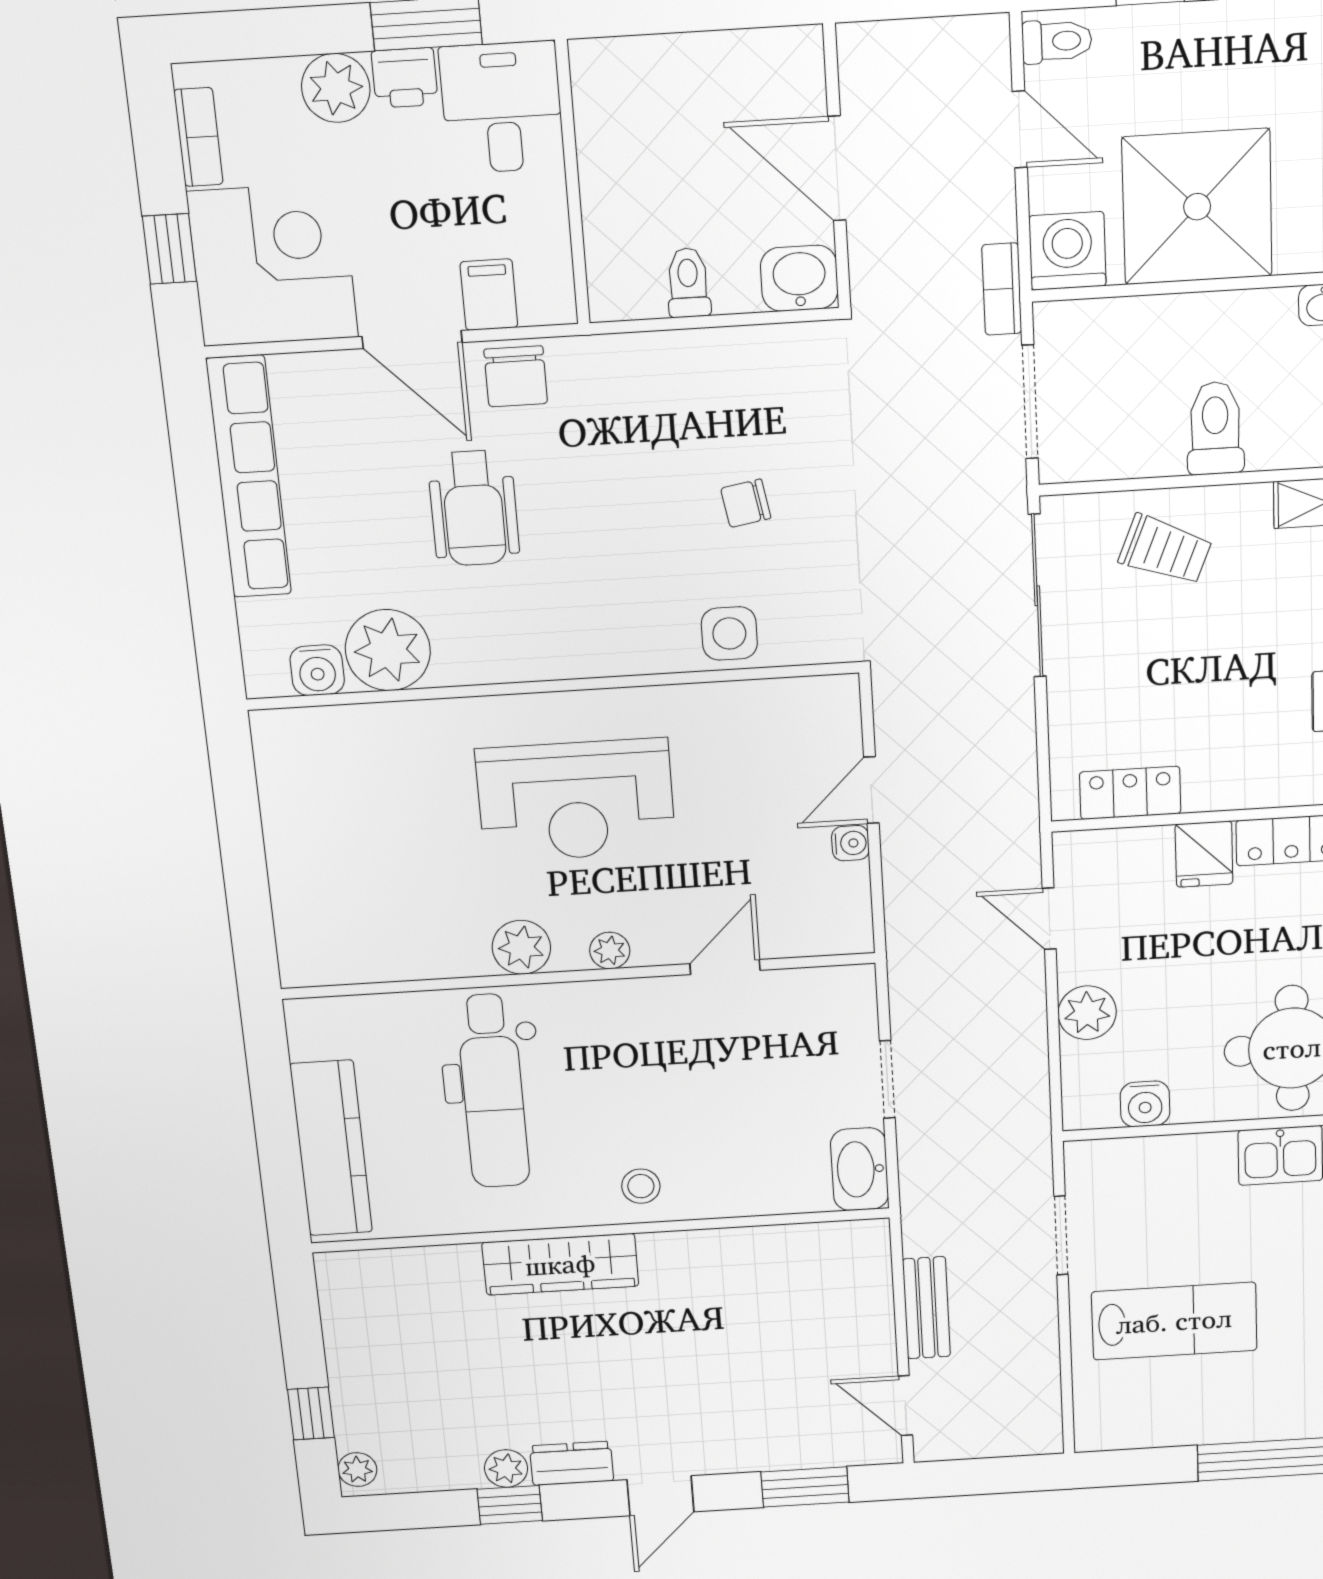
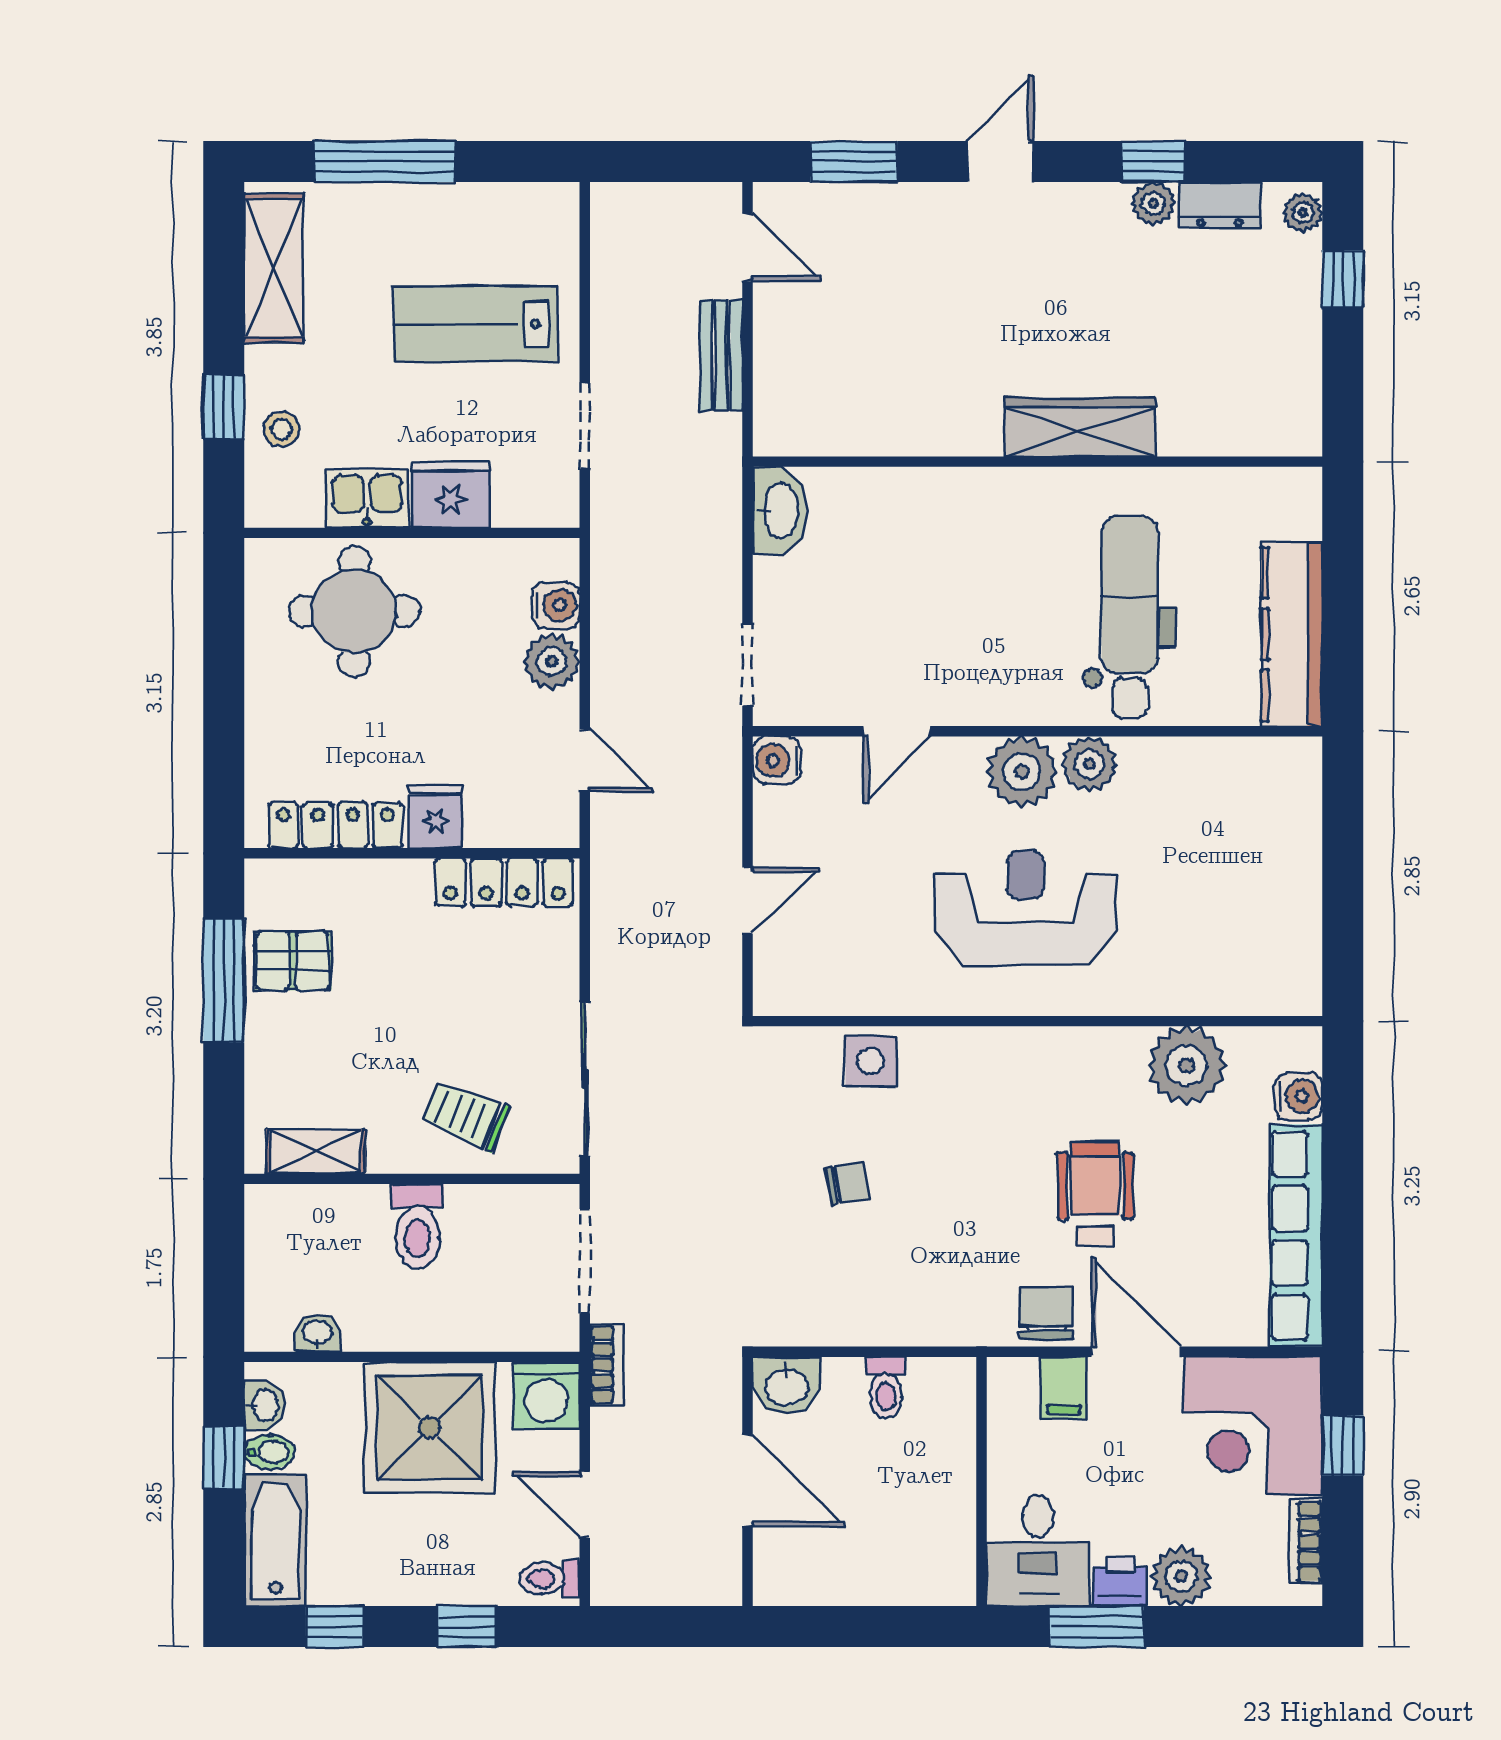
water cooler: (317, 670) -> (1298, 1096), moved, turned 90
locker: (1130, 793) -> (504, 882), width x1.53
water cooler: (850, 843) -> (777, 760), moved, width x1.38, depth x1.38
plant: (610, 951) -> (1022, 772), width x1.88, depth x1.88
doorway: (887, 1079) -> (748, 665), moved
water cooler: (1145, 1104) -> (556, 605), moved, turned 90
kitchen counter: (331, 1148) -> (1292, 634), moved
fridge: (1195, 1164) -> (451, 495), added
stool: (641, 1186) -> (994, 507), removed
dresser: (572, 1463) -> (1220, 205), moved

